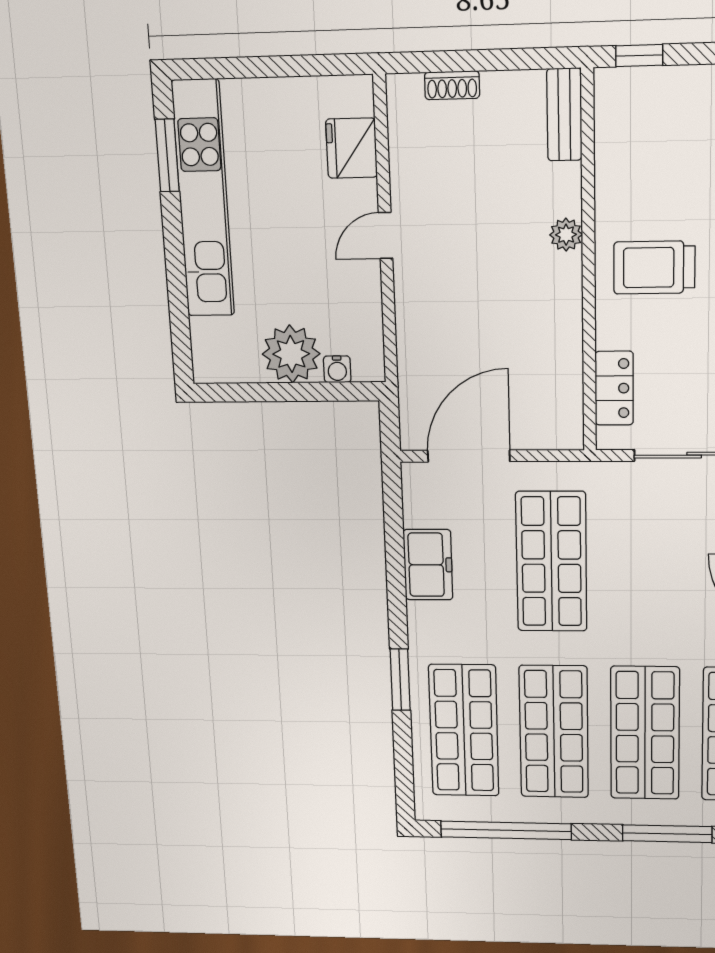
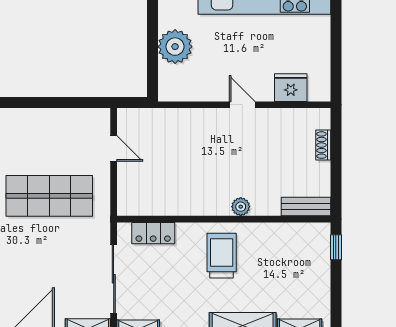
water cooler: (337, 369) -> (166, 73), removed
door: (469, 456) -> (114, 148), width x0.53
freezer: (428, 565) -> (47, 122), removed

